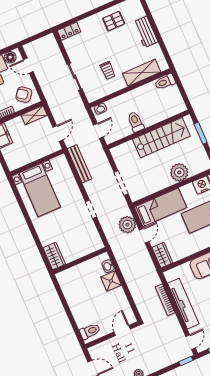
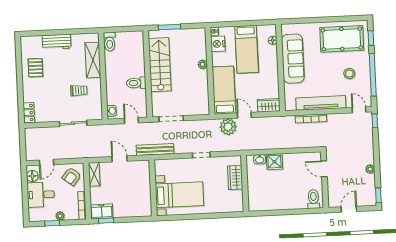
wall: (37, 163) -> (153, 188), moved
plant: (179, 172) -> (203, 64), width x0.53, depth x0.53
doorway: (121, 183) -> (171, 119), moved
bed with nightstands: (40, 190) -> (179, 195), moved
wardrobe: (54, 256) -> (235, 178), moved, turned -90

